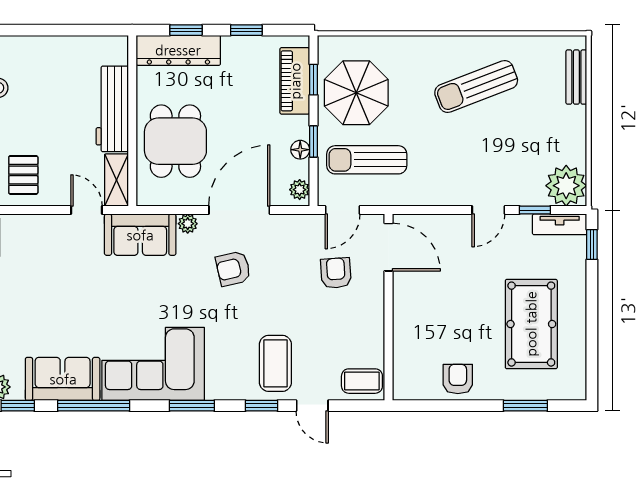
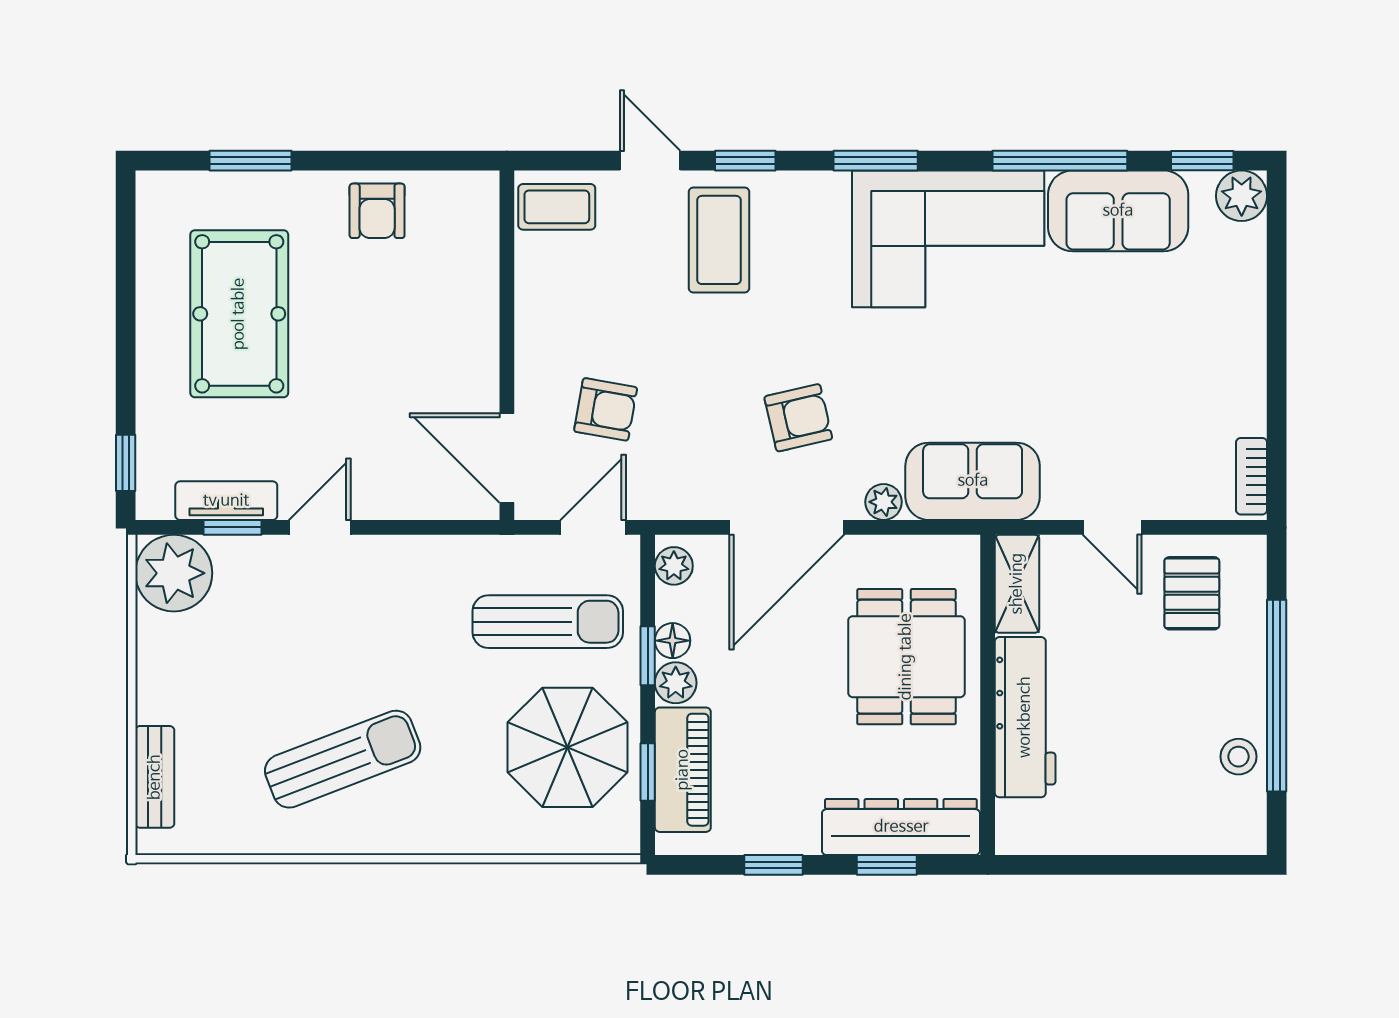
plant: (299, 127) -> (676, 683), added
door: (86, 210) -> (1112, 527), moved
tv unit: (560, 224) -> (226, 501), moved
armchair: (336, 273) -> (606, 409), turned -76

